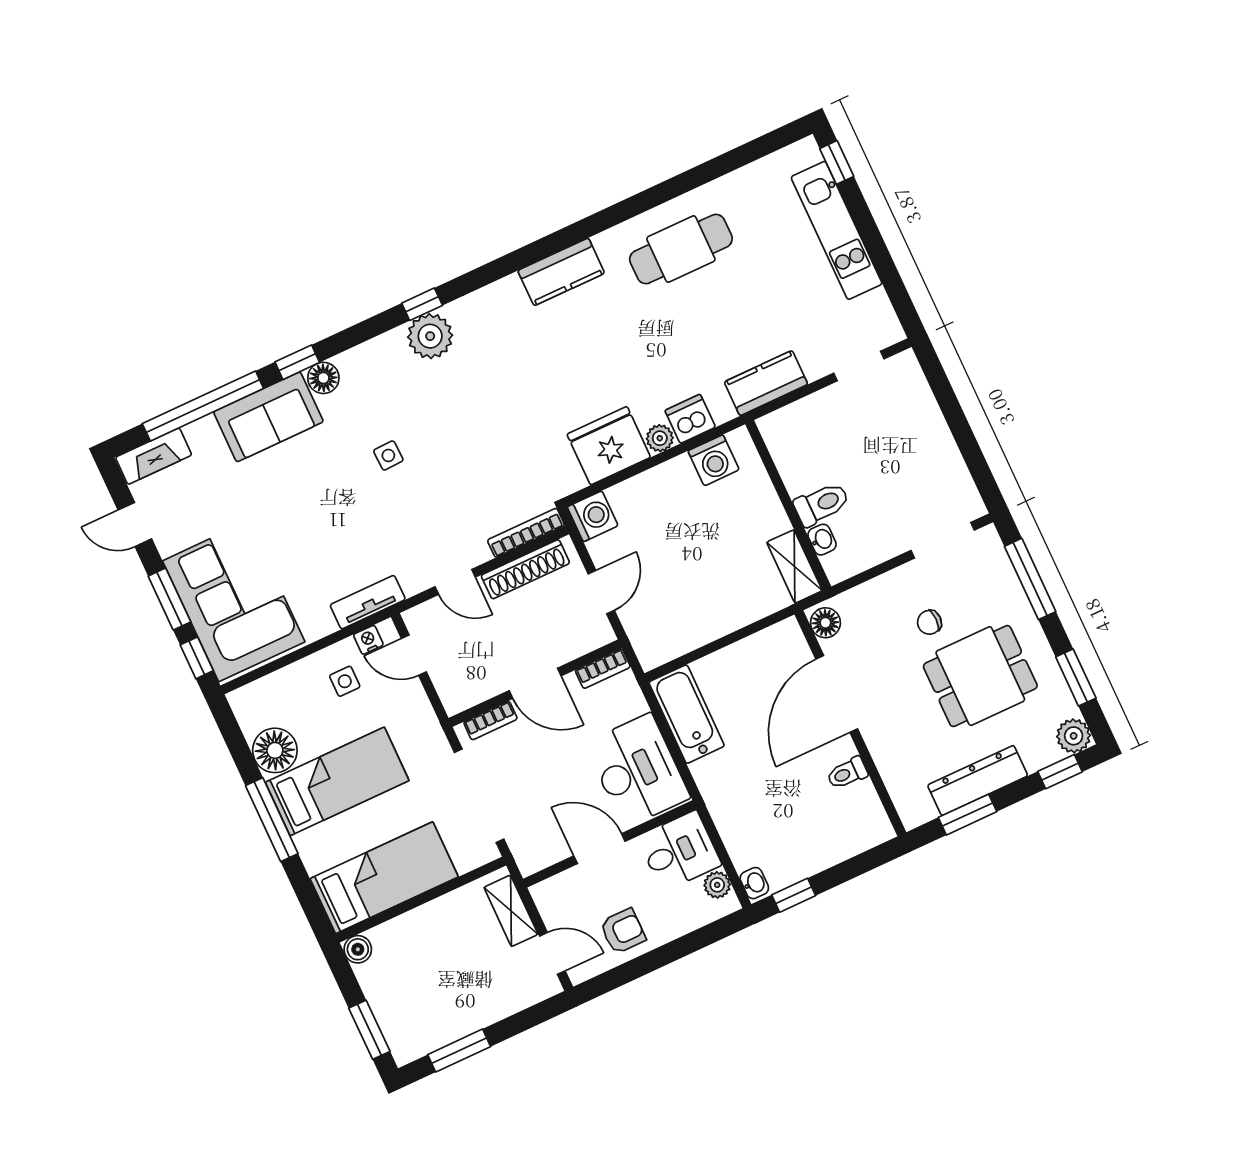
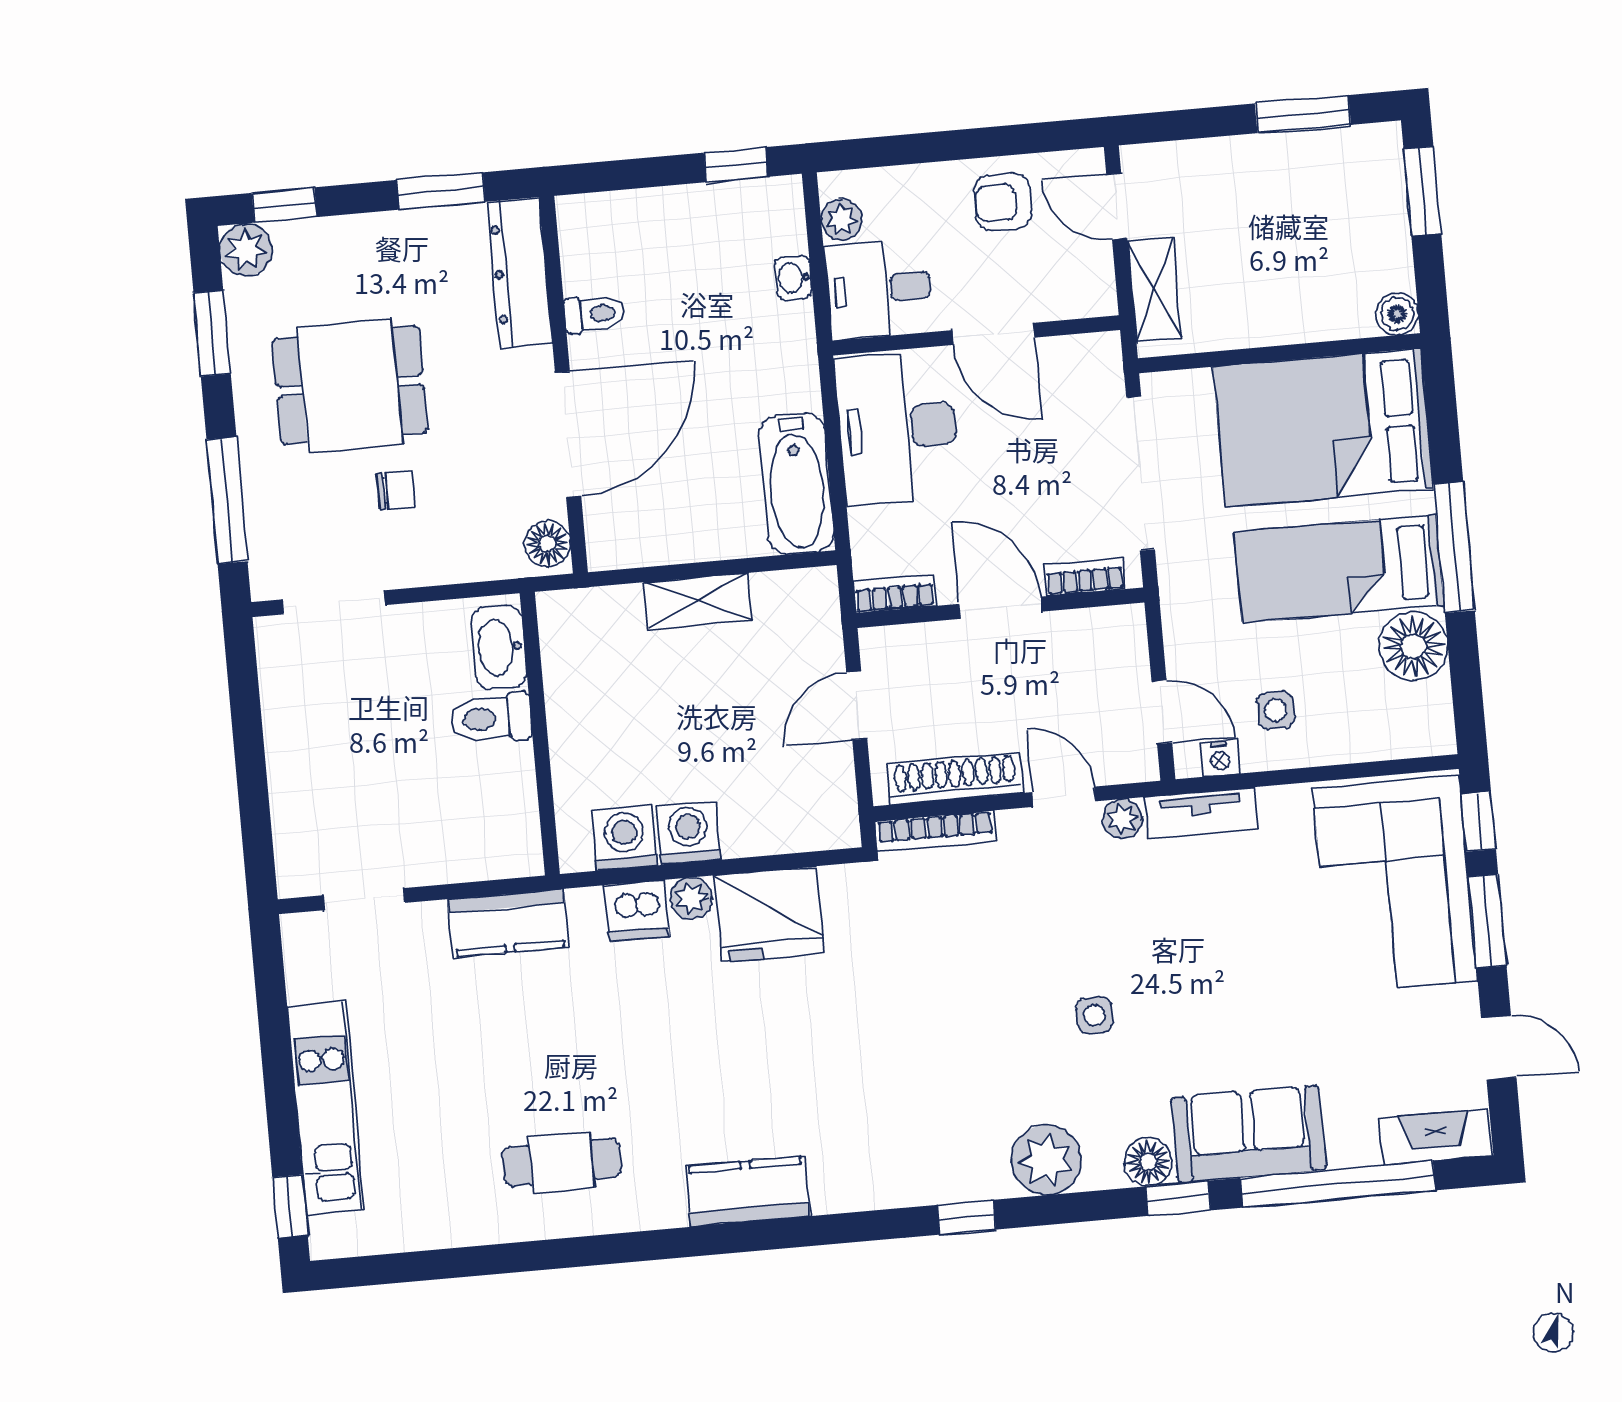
cafe table: (681, 249) -> (562, 1162), width x0.73, depth x0.74
plant: (430, 336) -> (1046, 1160), moved
washing machine: (593, 516) -> (688, 833), moved, turned 90
washbasin: (822, 540) -> (499, 647), width x1.91, depth x1.45
shelving: (794, 566) -> (698, 601), moved, turned 90
plant: (414, 581) -> (1123, 819), added
dresser: (978, 780) -> (520, 273), moved, turned 90
bed: (384, 878) -> (1323, 428), width x1.50
washbasin: (754, 883) -> (793, 278), moved

